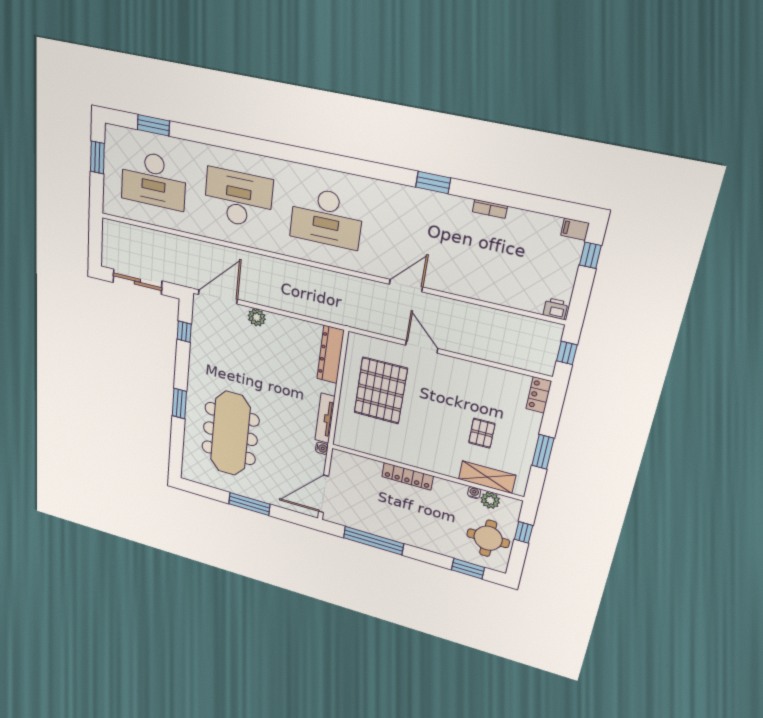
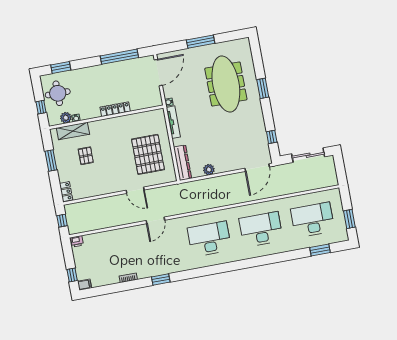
desk: (238, 198) -> (261, 229), turned 180
plant: (257, 317) -> (209, 170), moved

